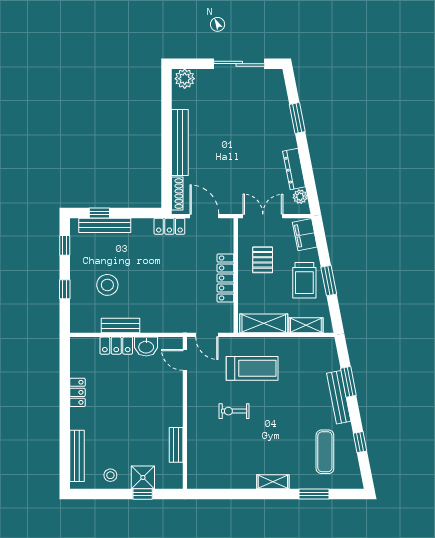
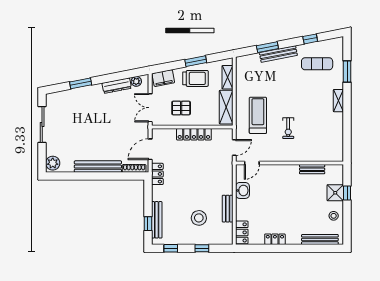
locker: (116, 346) -> (242, 232), moved

